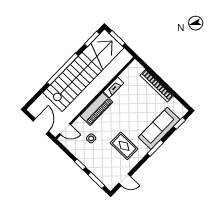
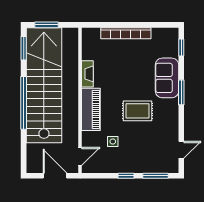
sofa: (159, 128) -> (167, 78), width x0.73
rug: (124, 146) -> (138, 111), moved

